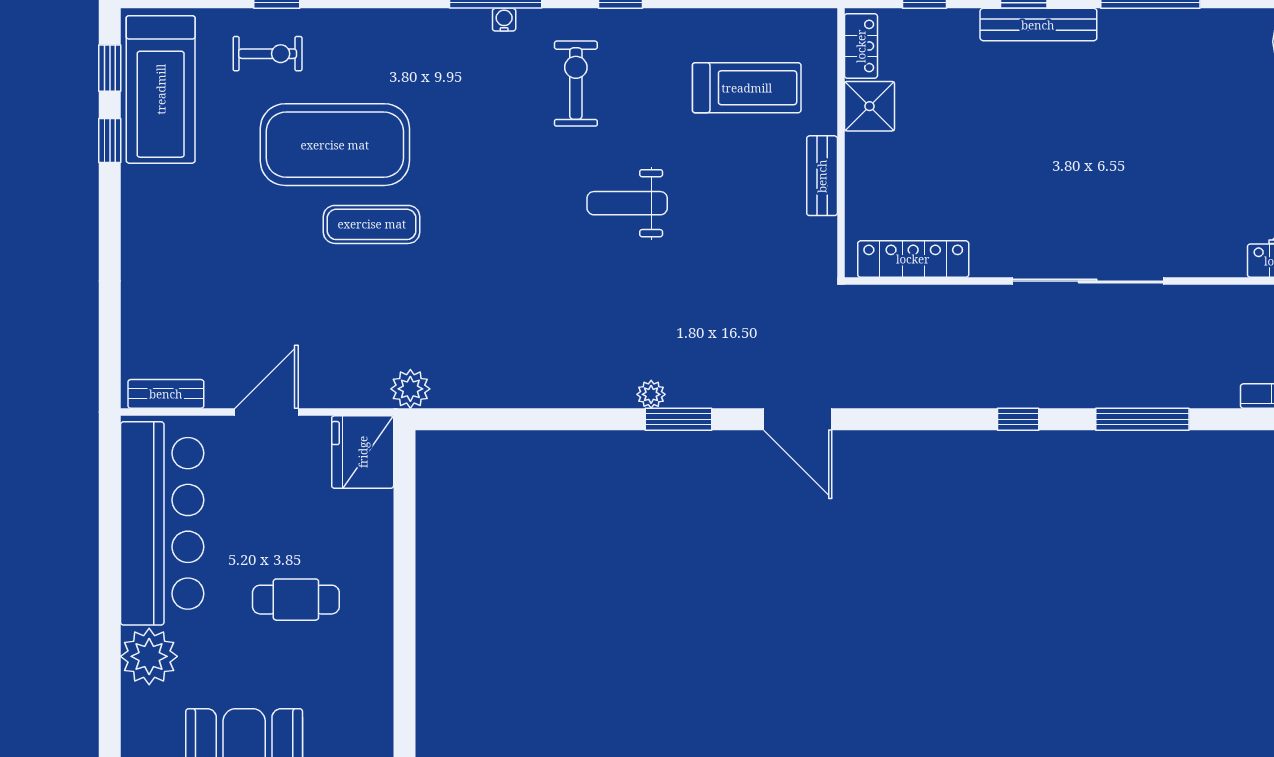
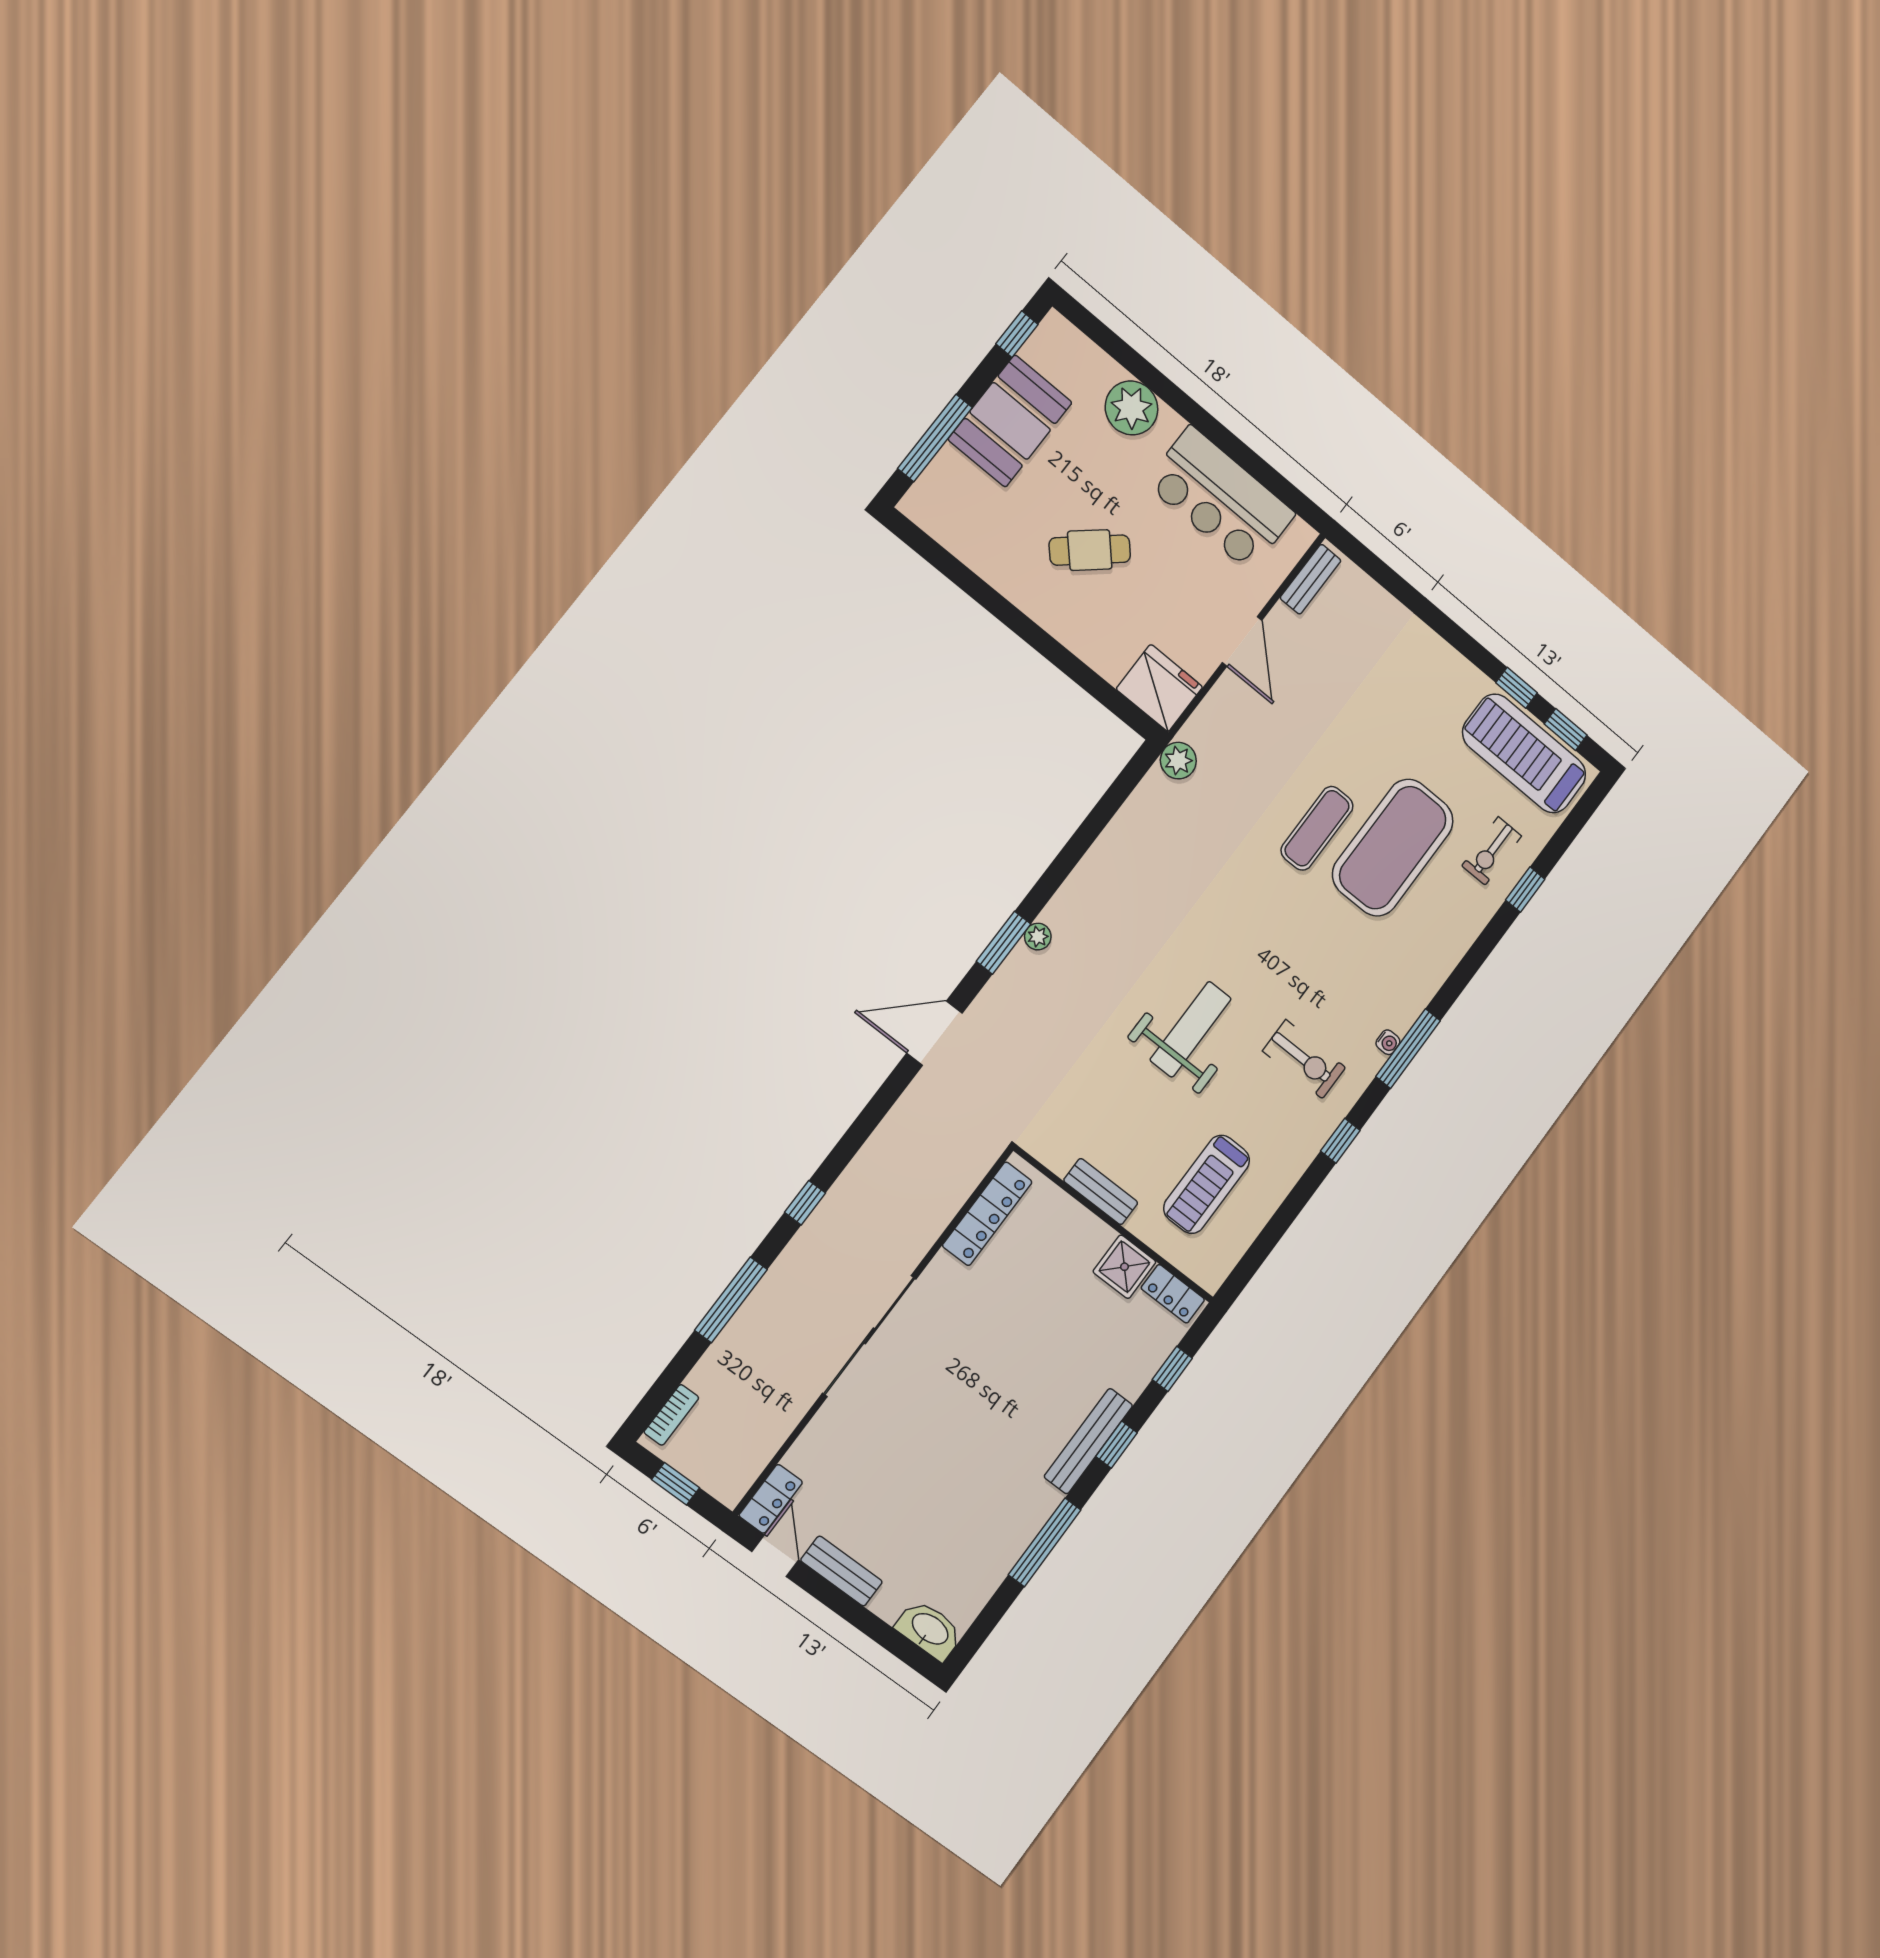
weight bench: (627, 203) -> (1191, 1029), width x1.36, depth x1.33
bar counter: (162, 523) -> (1220, 499), width x0.73
cafe table: (296, 600) -> (1090, 550), turned 48

